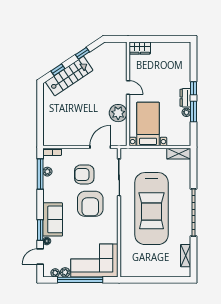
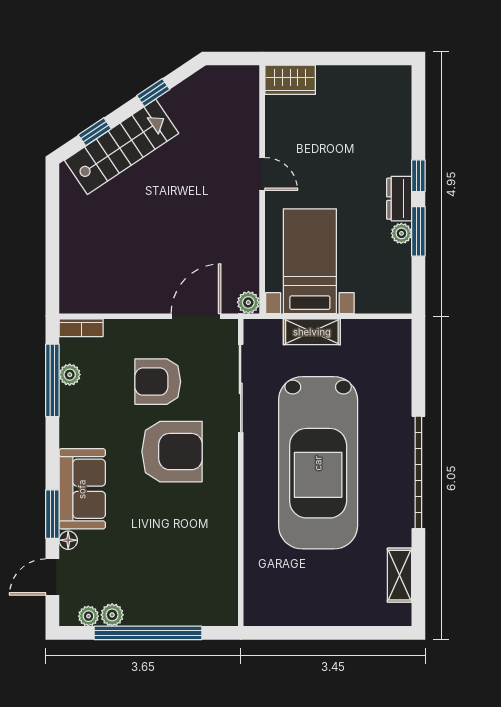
plant: (118, 113) -> (248, 302), moved, width x0.53, depth x0.53
shelving: (179, 154) -> (312, 332), moved
armchair: (90, 204) -> (172, 452), turned -90
corner sofa: (94, 260) -> (181, 587), removed

